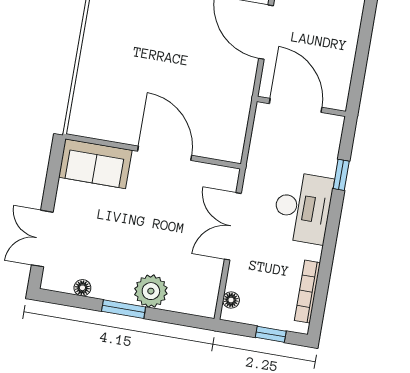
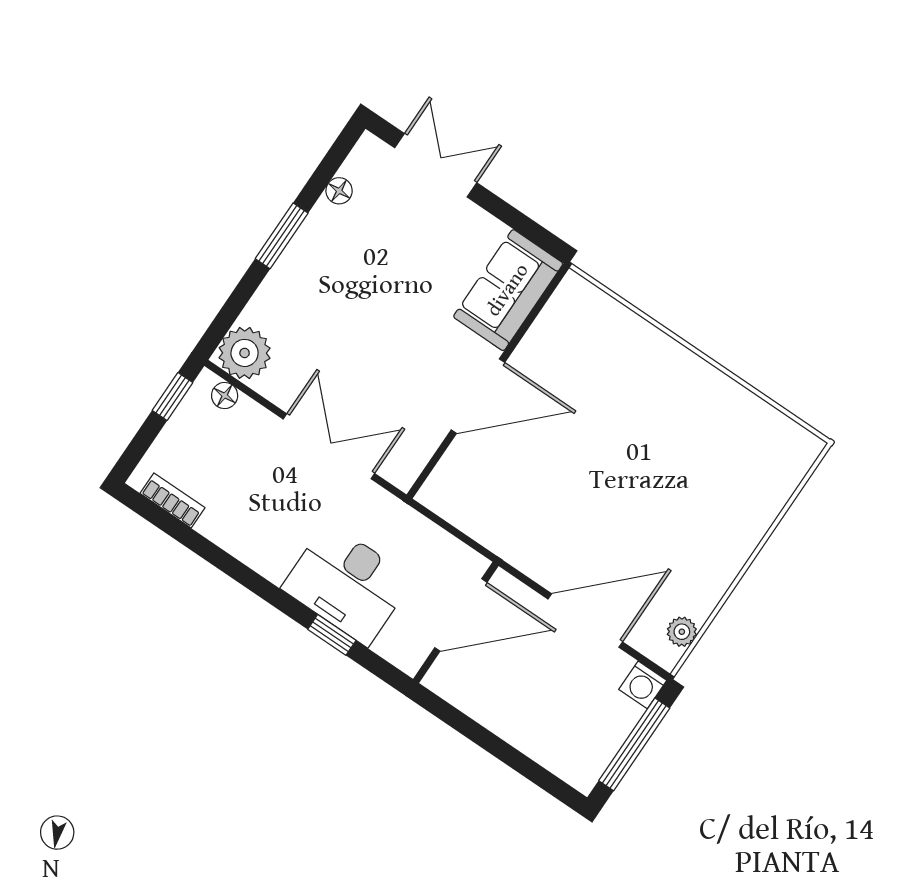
desk: (303, 208) -> (347, 584), moved
plant: (151, 291) -> (245, 353), moved
bookcase: (307, 292) -> (172, 501), width x0.64
window: (271, 334) -> (172, 396), moved

